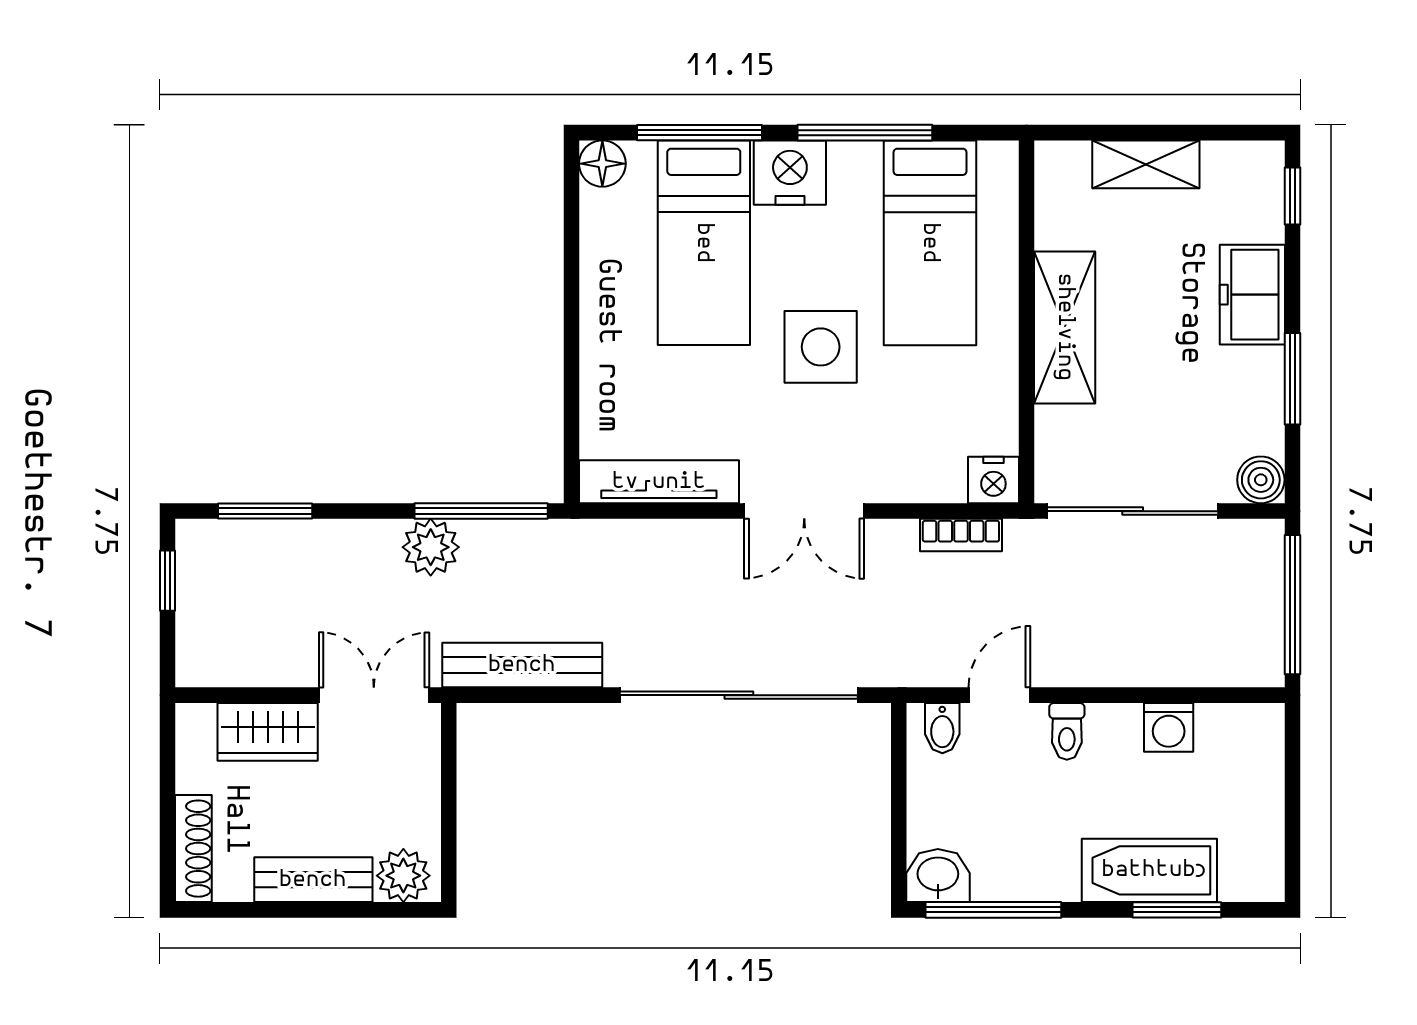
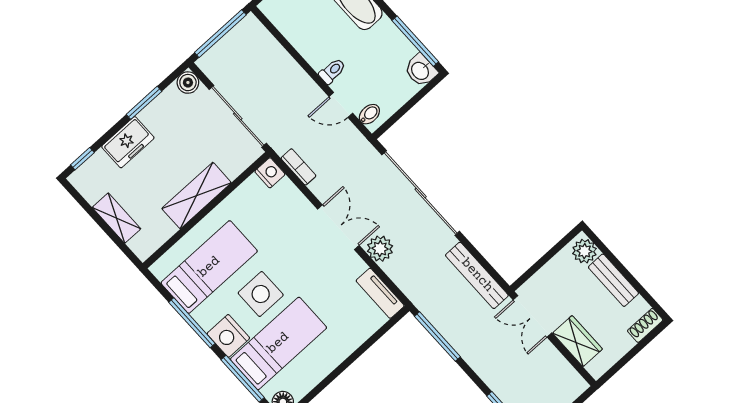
side table: (821, 347) -> (261, 294), moved
tv unit: (659, 482) -> (380, 293), width x0.71
plant: (431, 547) -> (380, 249), moved
washing machine: (1169, 727) -> (300, 38), removed
shoe rack: (193, 849) -> (645, 325), width x0.70

